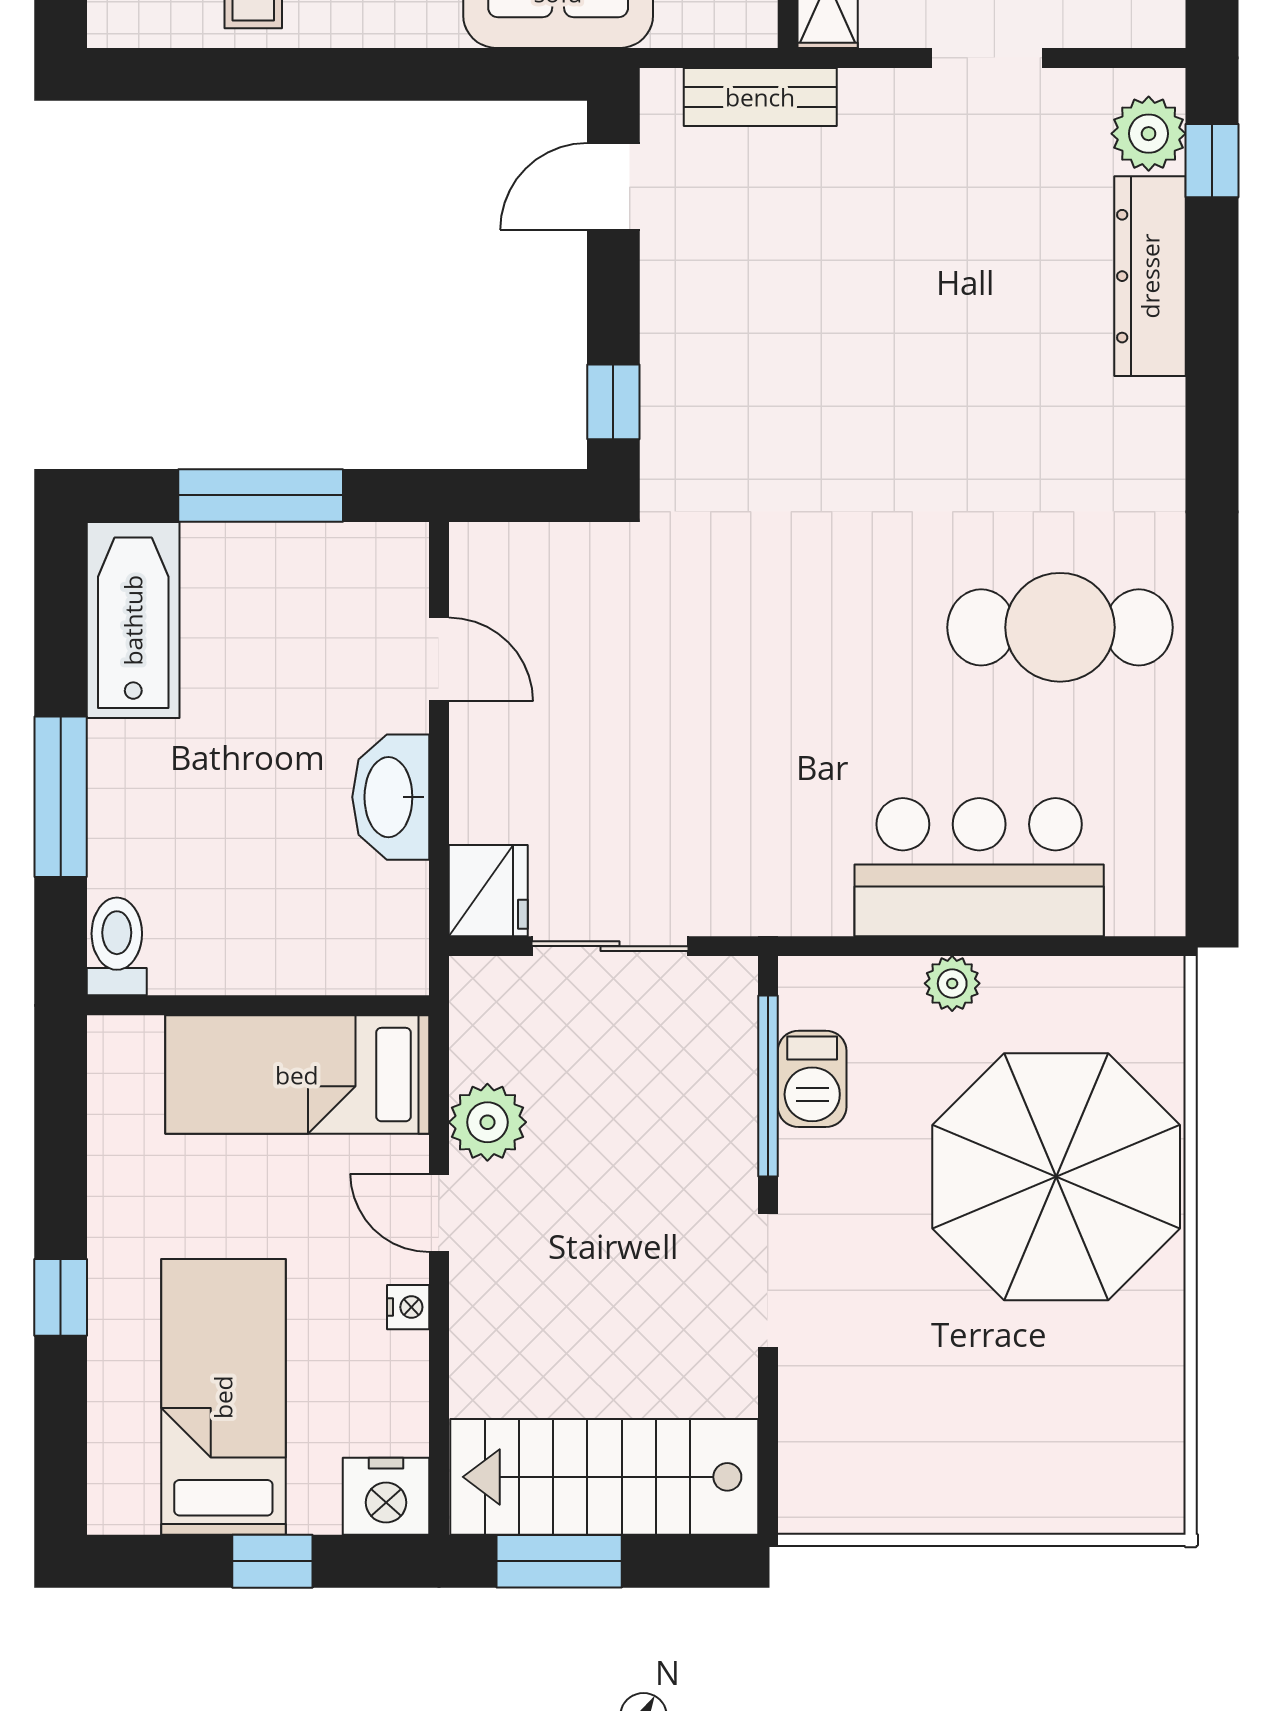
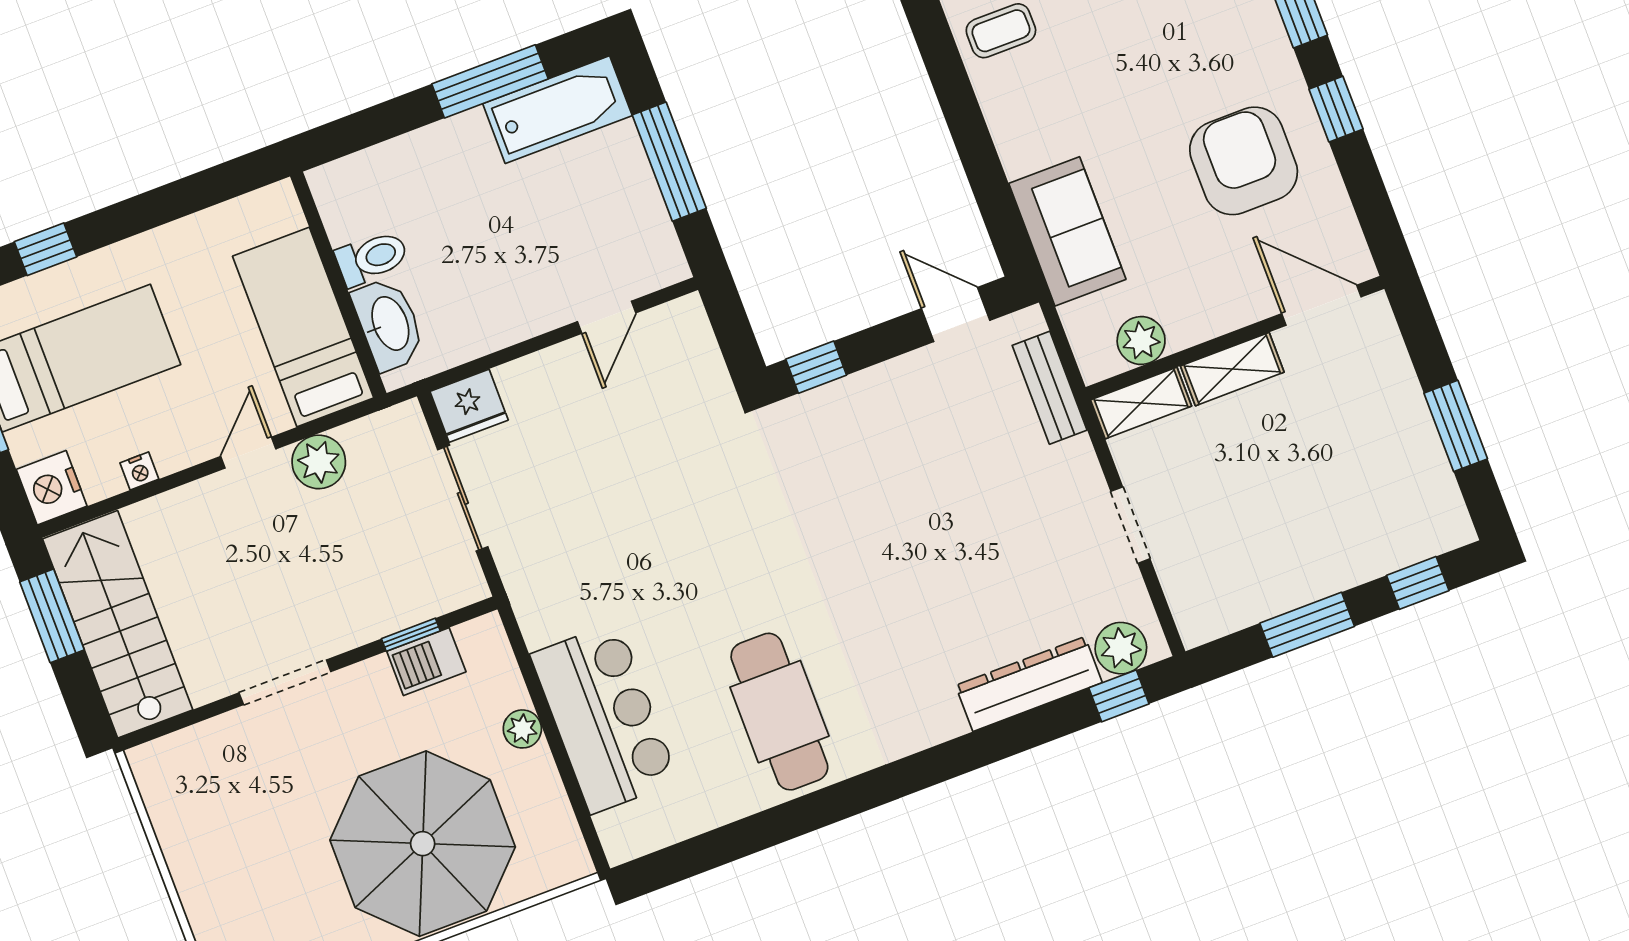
window: (61, 797) -> (490, 81), moved
washbasin: (391, 797) -> (389, 324), moved, turned 90
toilet: (117, 946) -> (372, 258), moved
window: (768, 1086) -> (411, 635), width x0.46
window: (61, 1297) -> (45, 249), moved
nightstand: (408, 1307) -> (139, 471), moved

